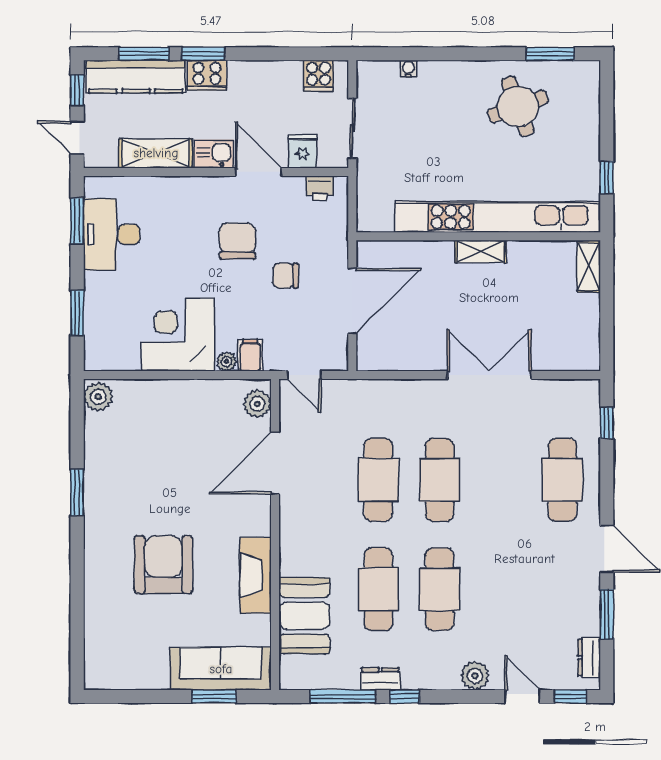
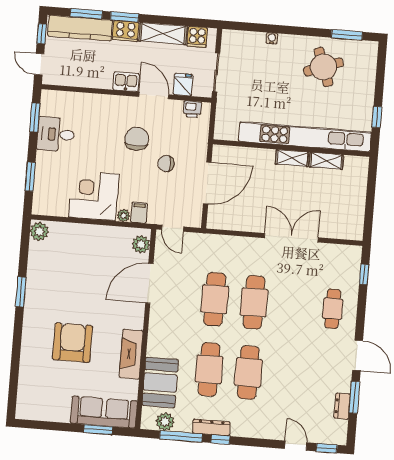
water cooler: (408, 69) -> (272, 38), moved
shelving: (156, 153) -> (163, 34), moved
desk: (112, 234) -> (56, 134), width x0.73
shelving: (589, 266) -> (326, 161), moved, turned 90
cafe table: (562, 480) -> (333, 309), width x0.73, depth x0.74
dresser: (589, 658) -> (342, 406), moved
plant: (475, 676) -> (165, 422), moved
dresser: (380, 679) -> (211, 427), width x1.44

